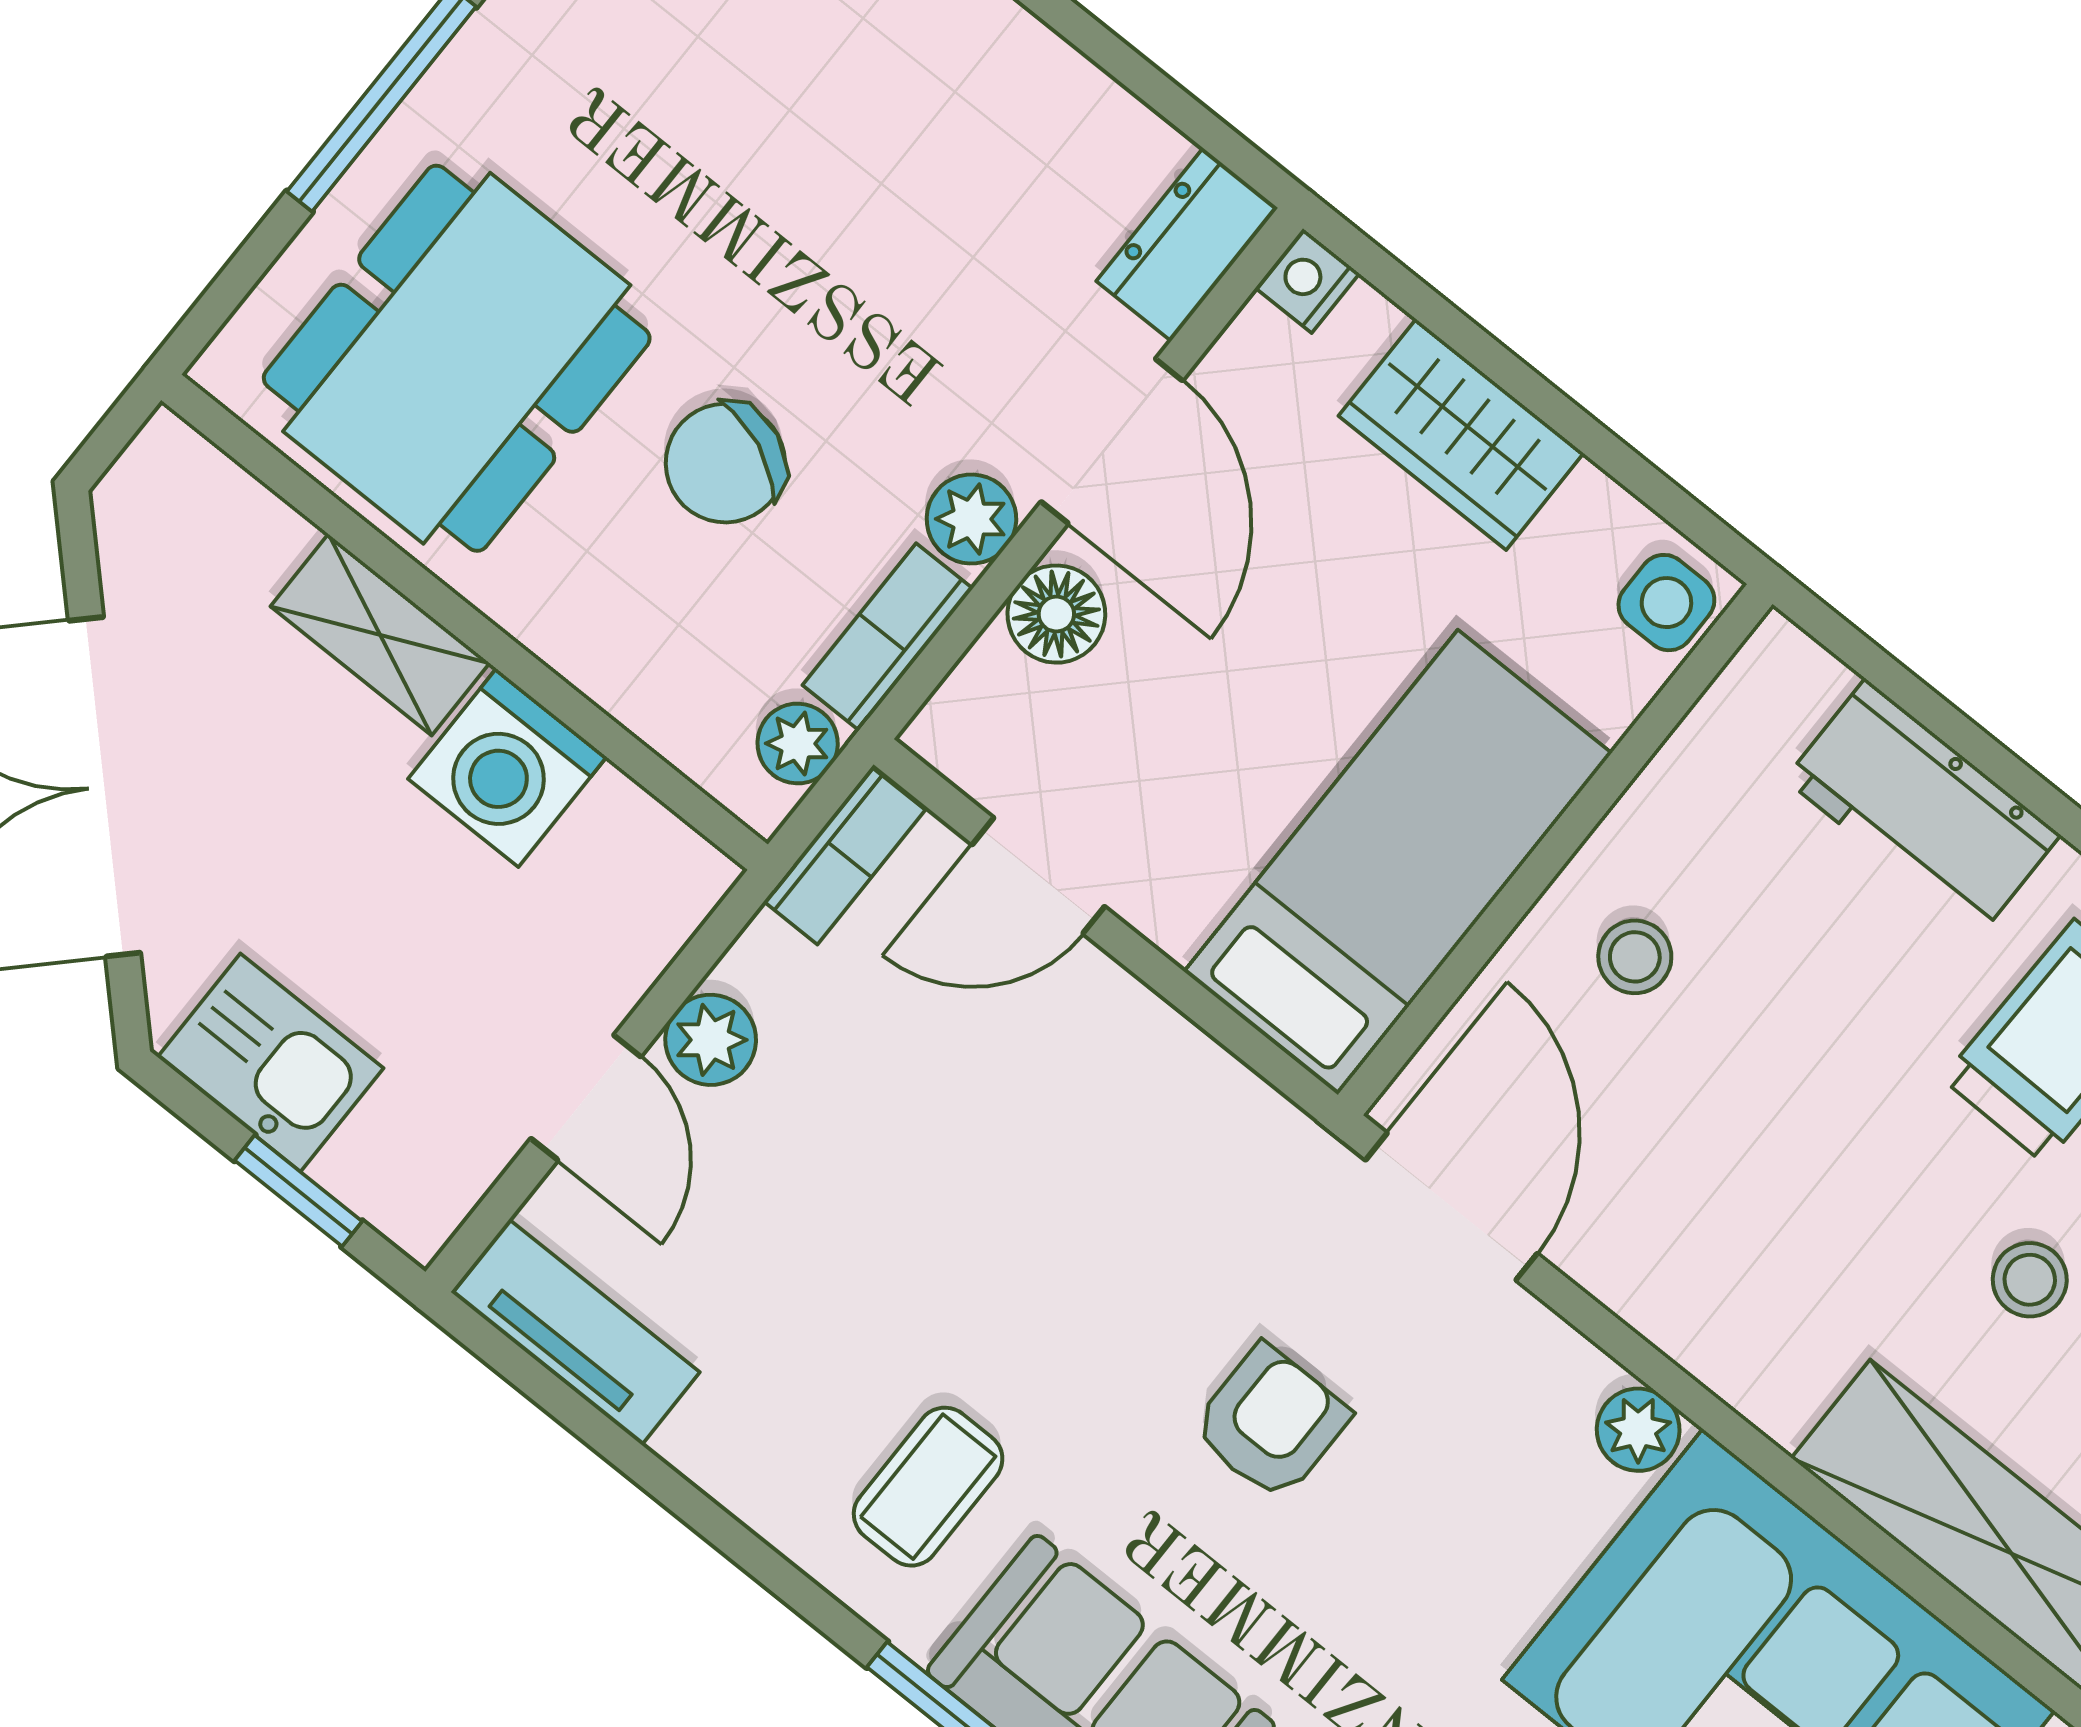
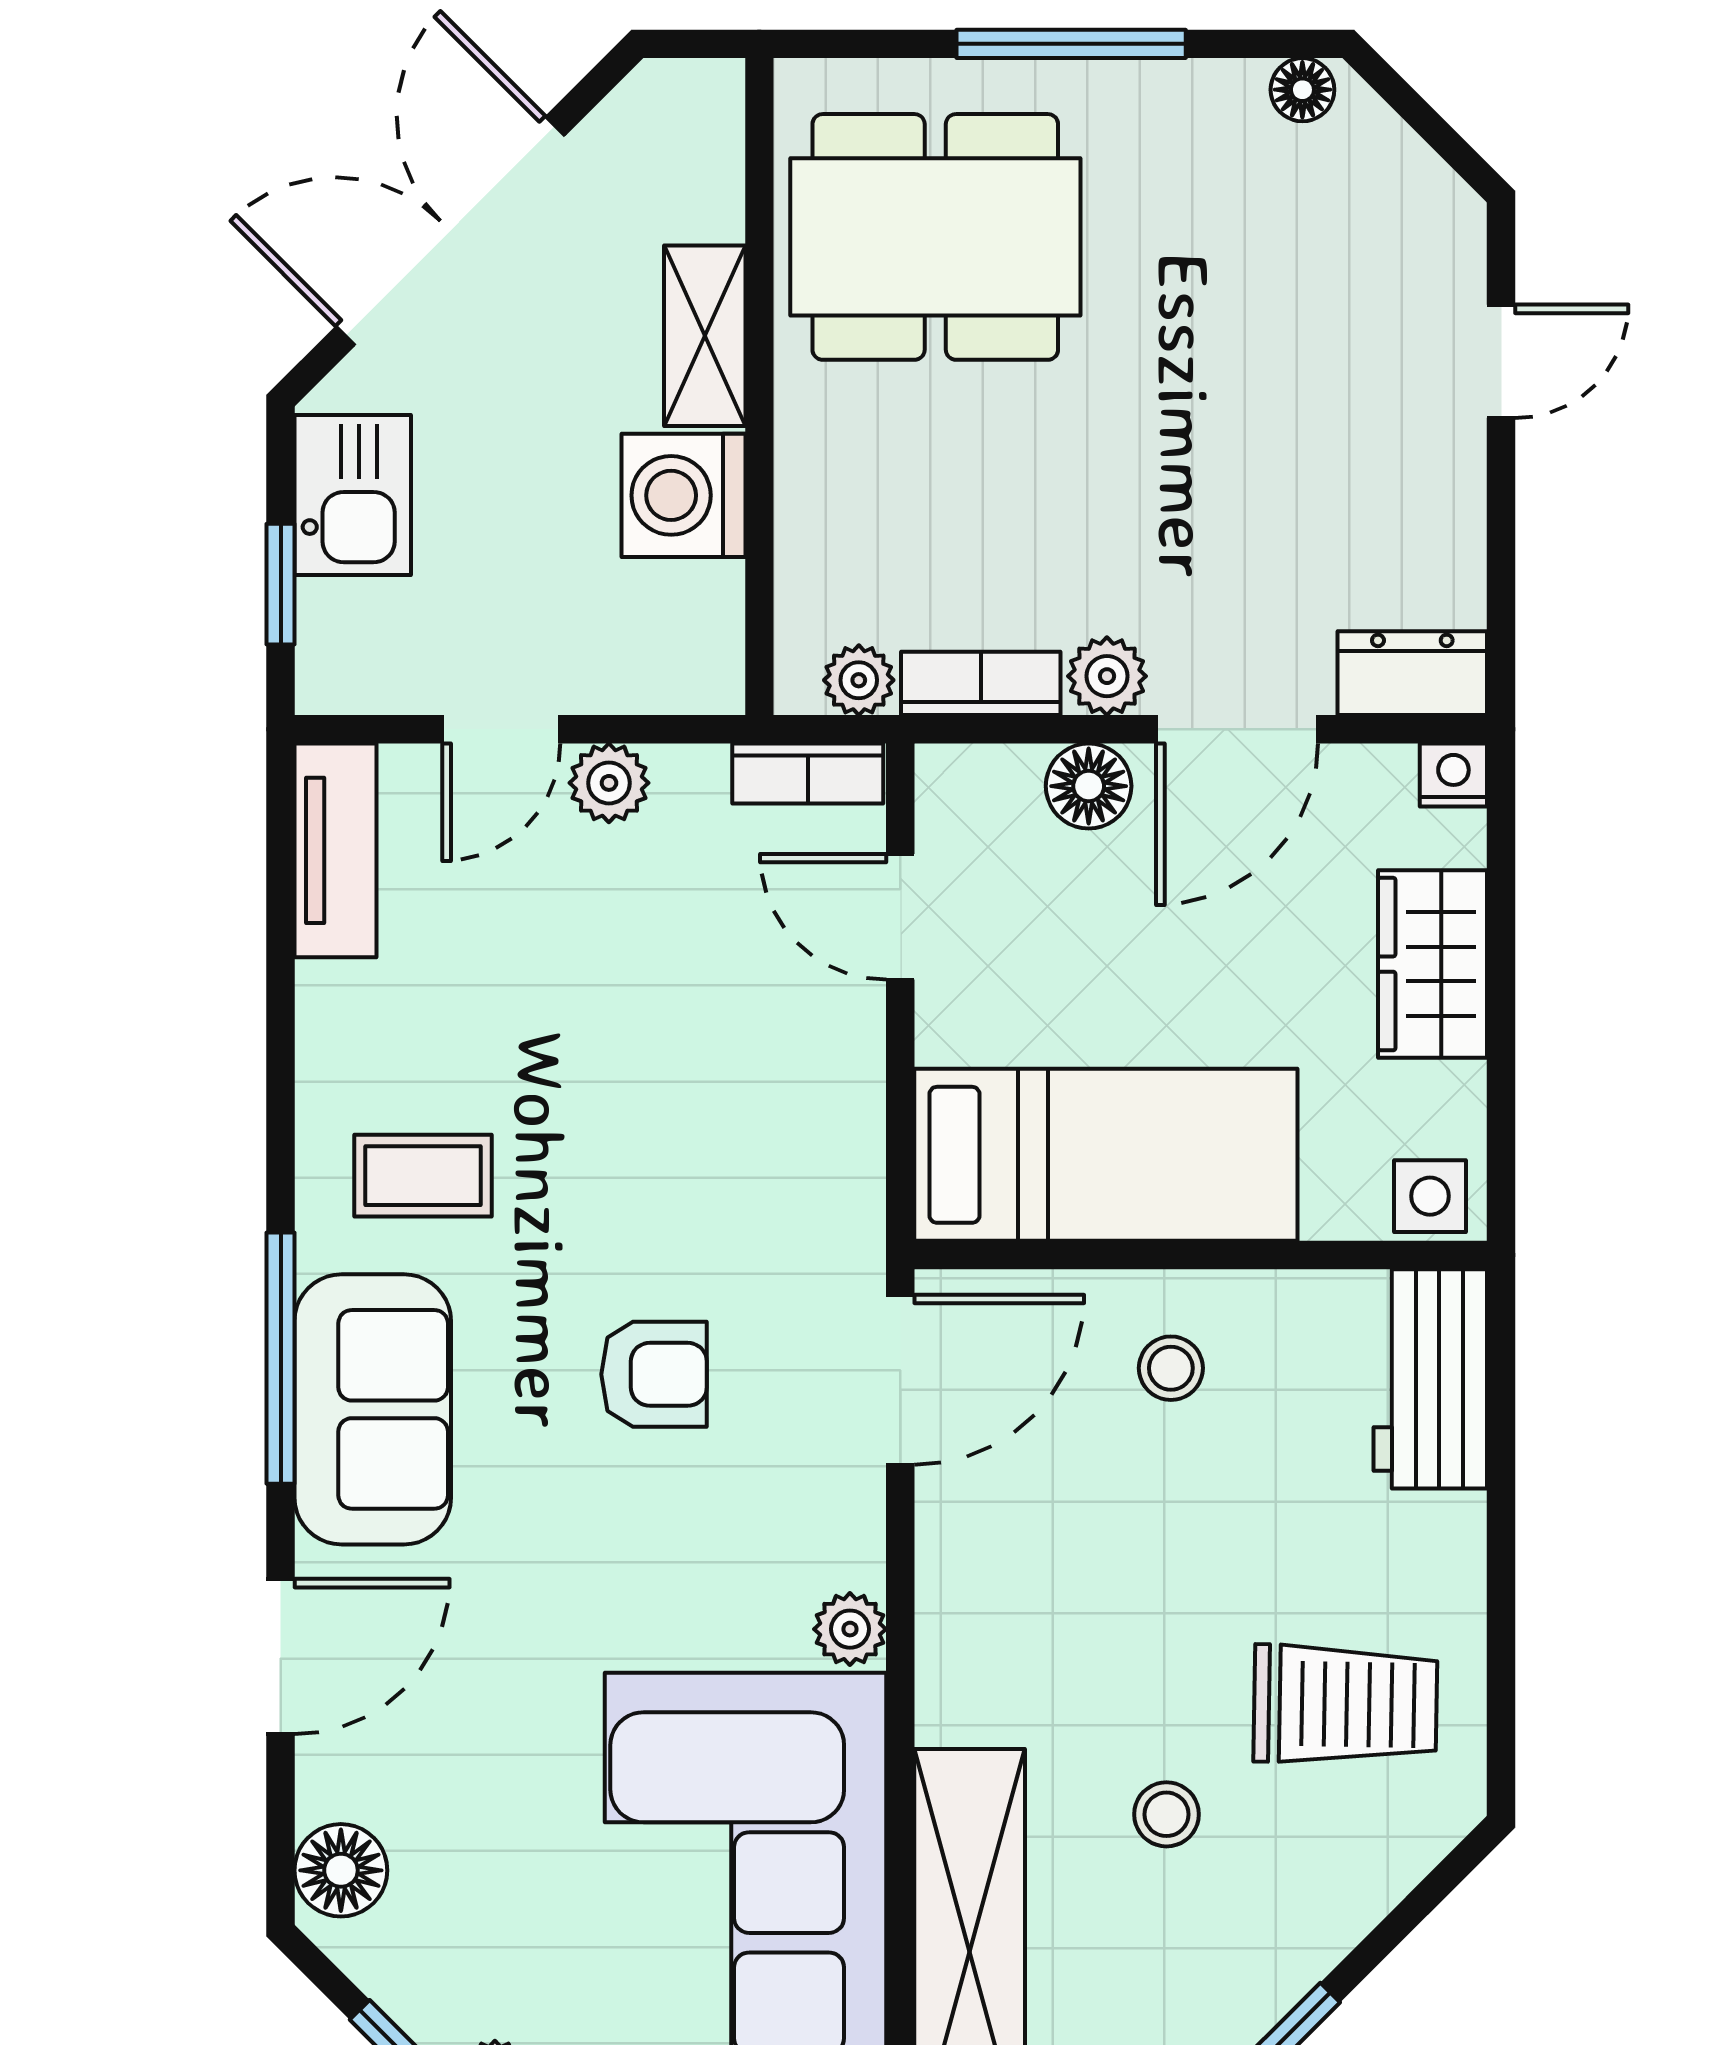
chair: (725, 463) -> (1011, 478), removed
workbench: (1923, 807) -> (1430, 1379), moved

